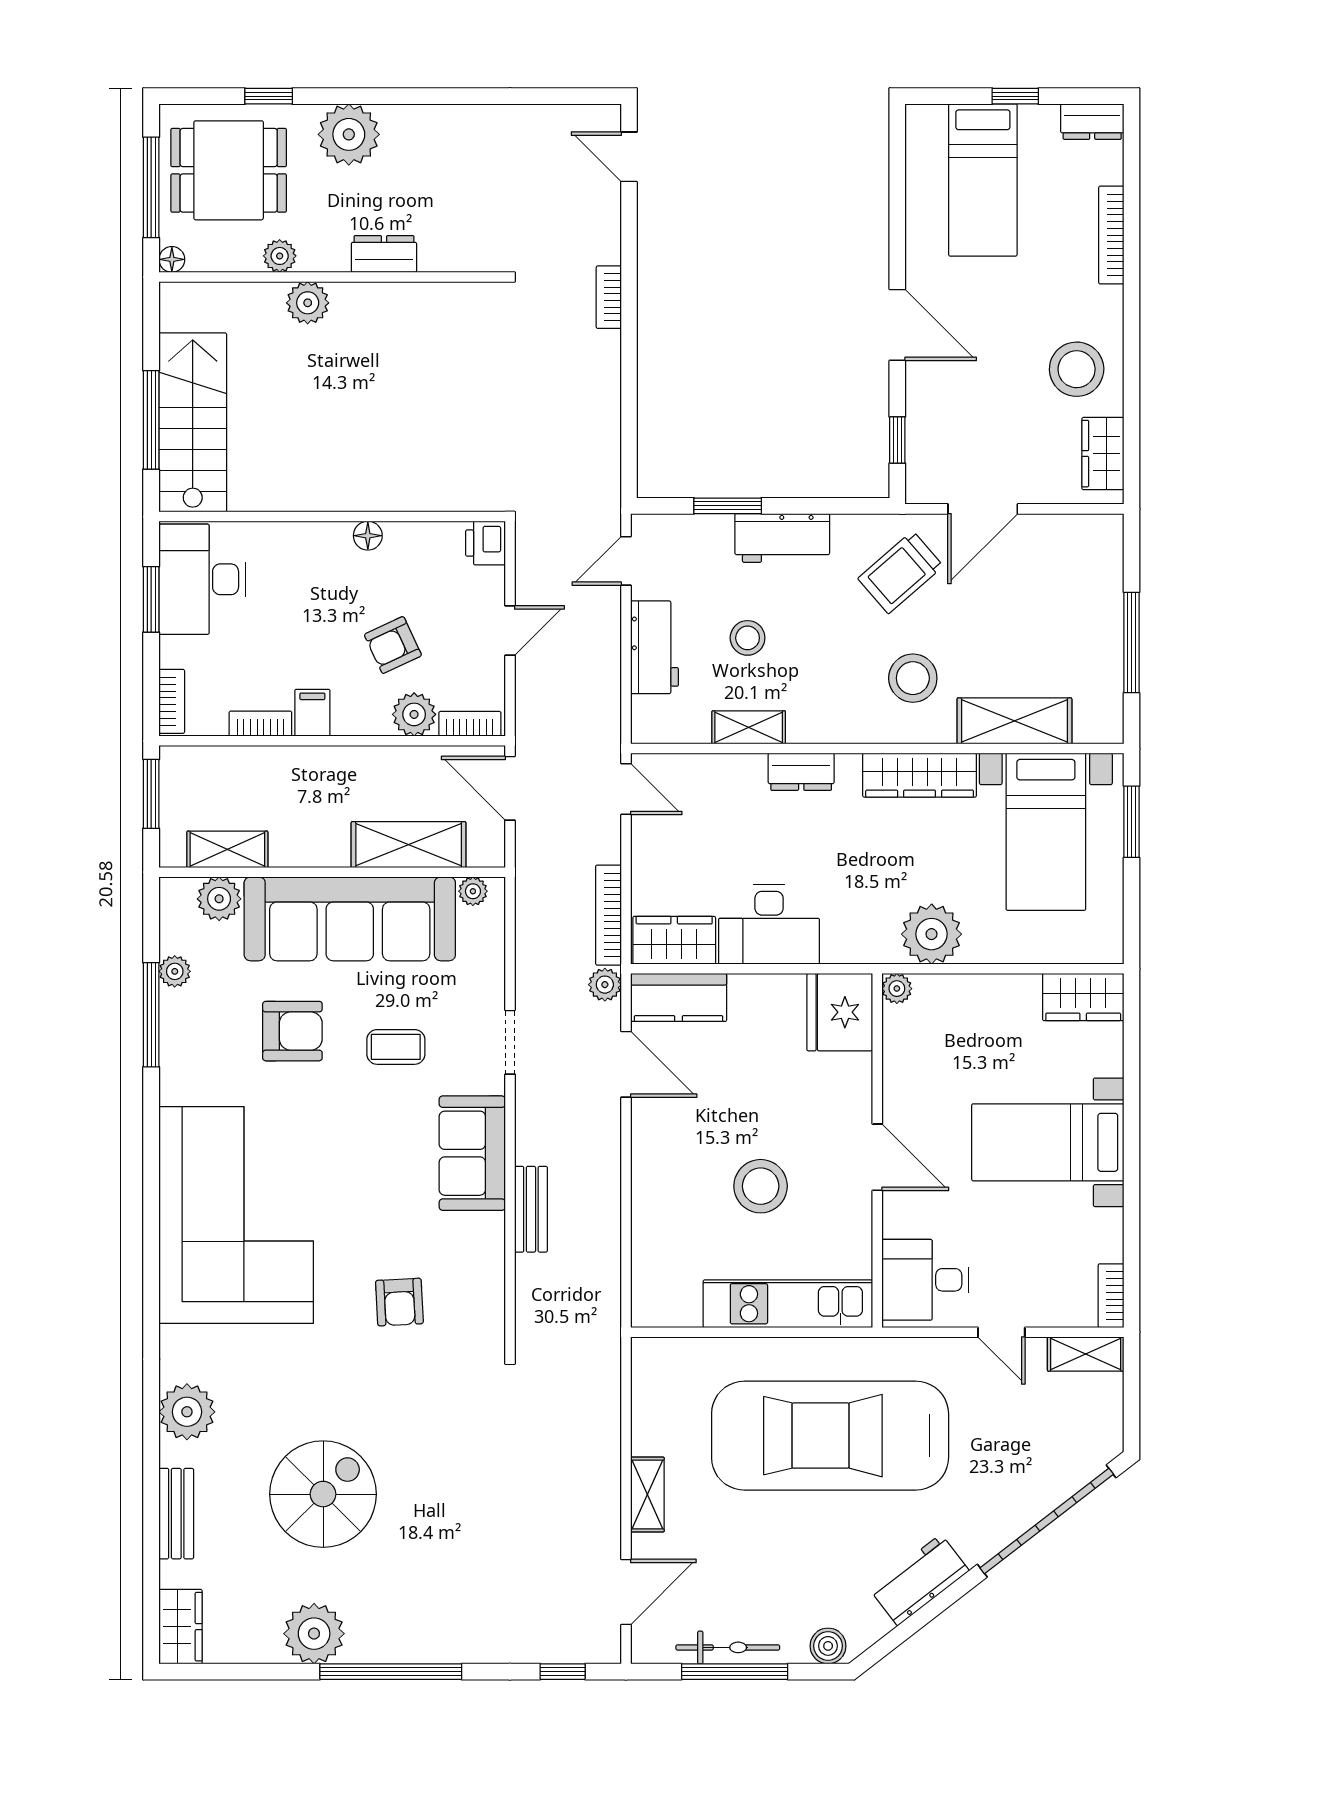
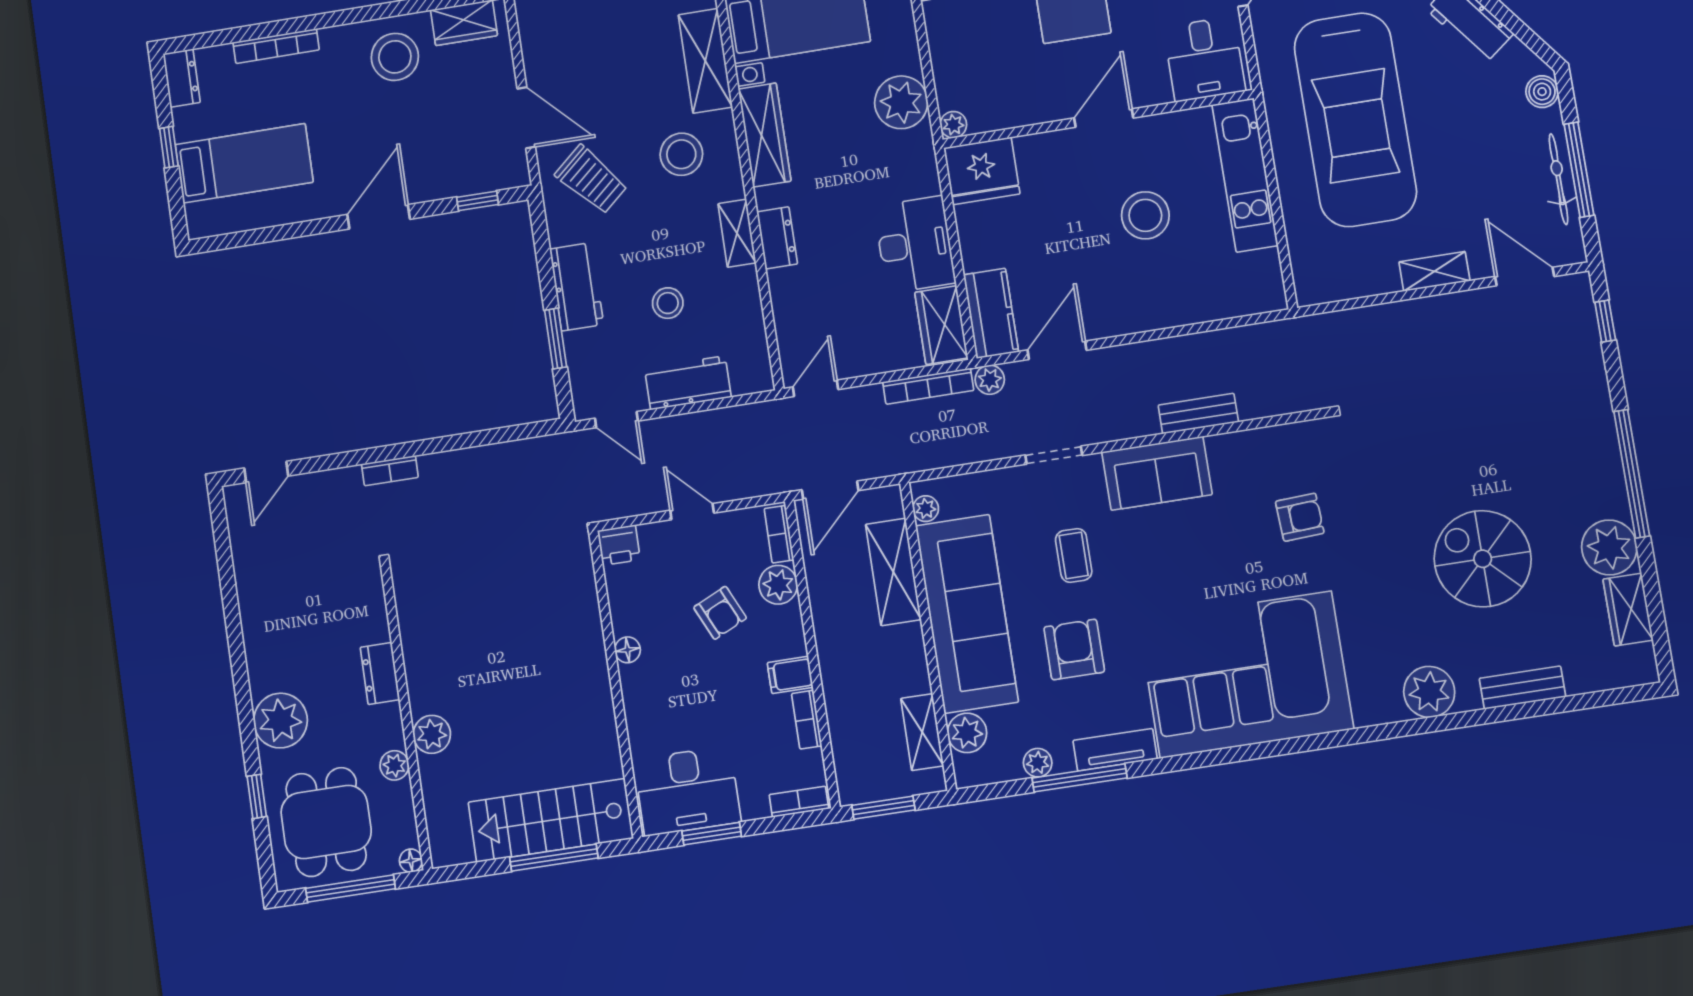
shelving: (749, 727) -> (737, 233), moved
tv unit: (176, 1059) -> (1115, 750), added
wardrobe: (181, 1627) -> (1628, 610), moved, turned -90

